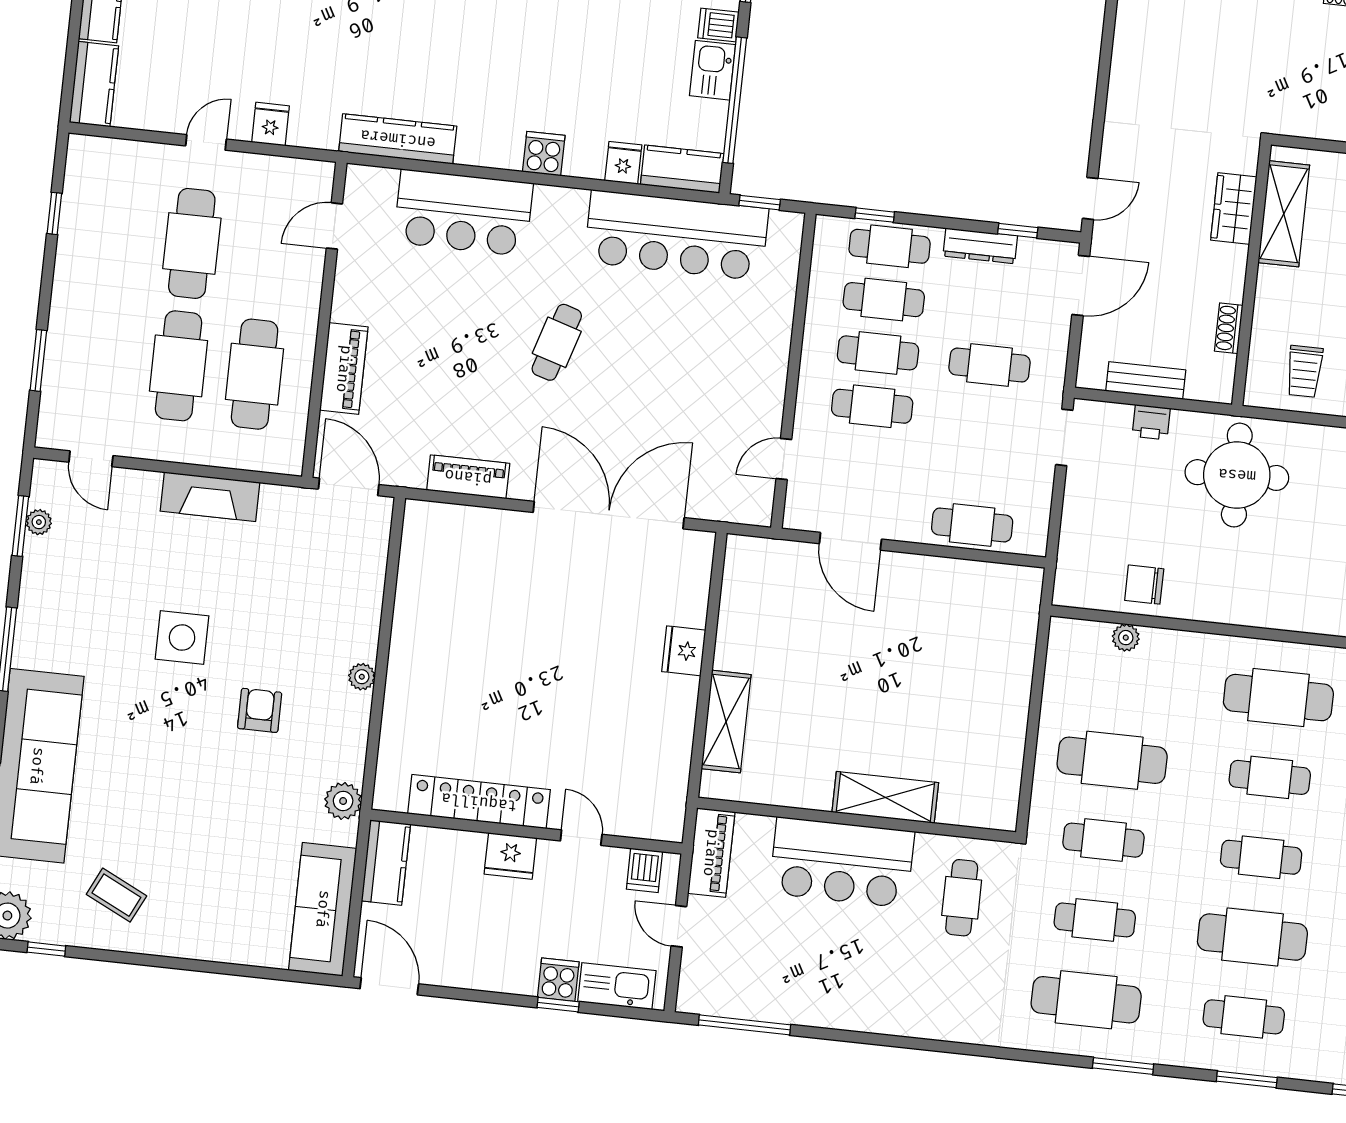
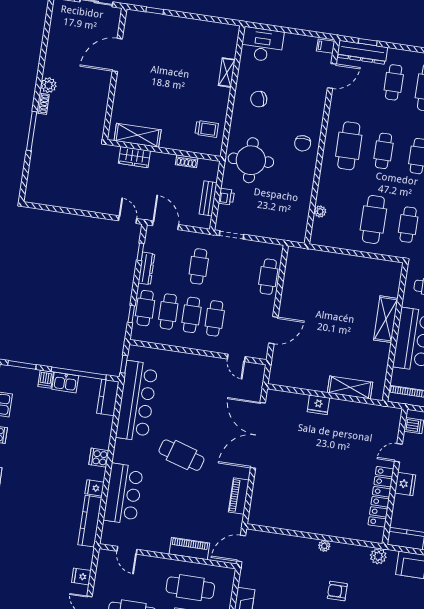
fridge: (623, 163) -> (95, 488), moved
cafe table: (557, 342) -> (181, 455), width x1.37, depth x1.35
chair: (1144, 585) -> (303, 143), moved

